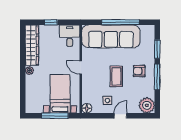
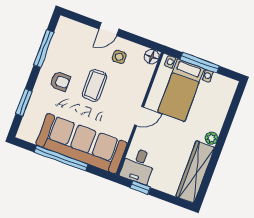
window: (51, 22) -> (140, 188), moved
door: (81, 68) -> (139, 116), hinge flipped
window: (157, 77) -> (44, 49), moved
plant: (147, 105) -> (67, 30), removed

